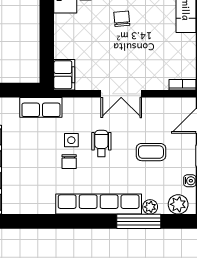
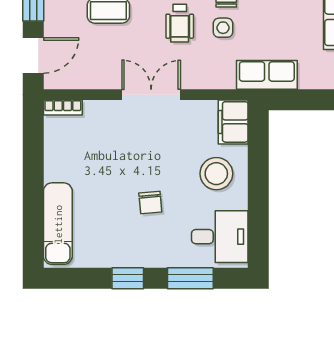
stool: (76, 39) -> (216, 174), added

